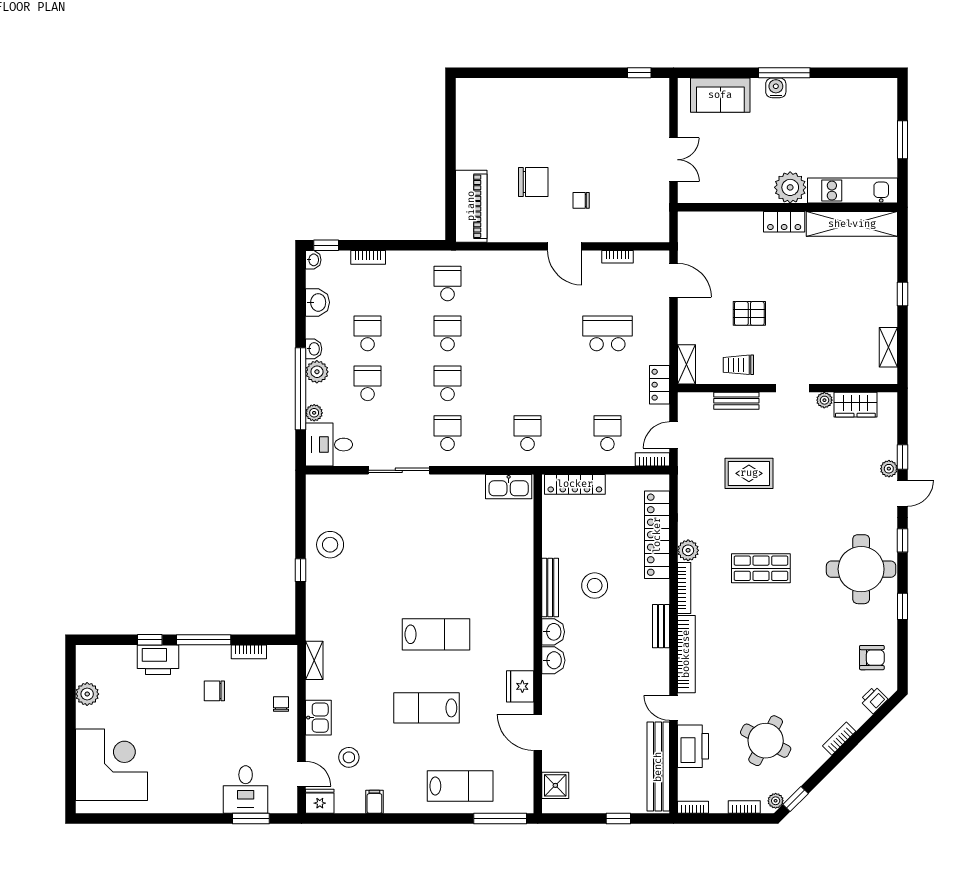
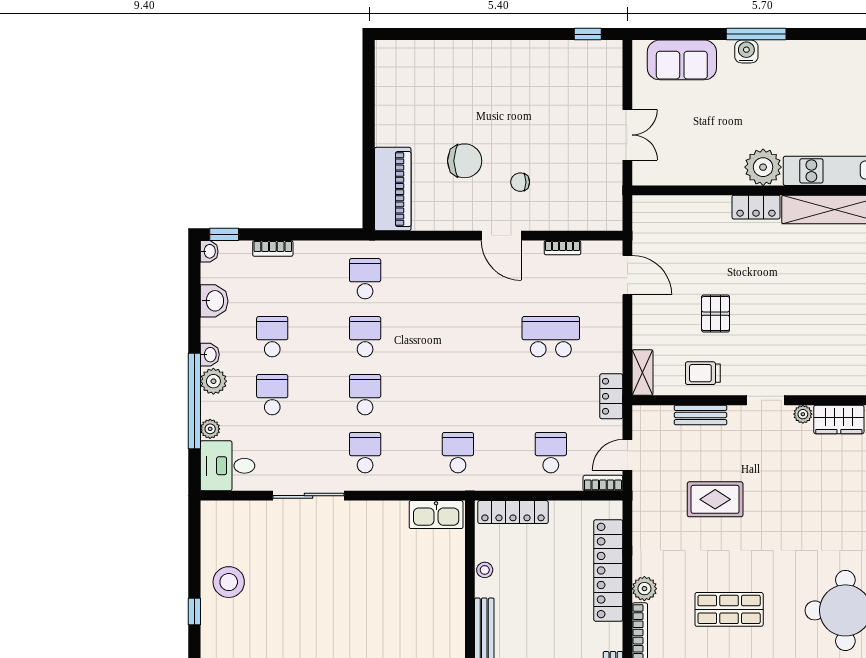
pallet: (749, 313) -> (716, 314), turned 90
stool: (595, 586) -> (485, 570), moved, width x0.53, depth x0.53

